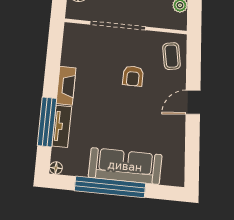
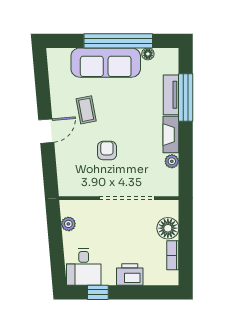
coffee table: (172, 56) -> (86, 110), moved
plant: (68, 58) -> (172, 161), added
floor lamp: (56, 168) -> (148, 54), moved

